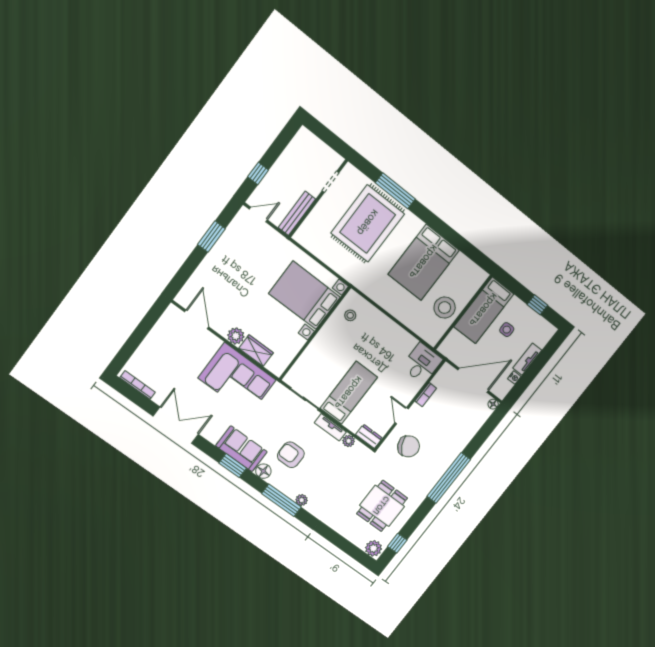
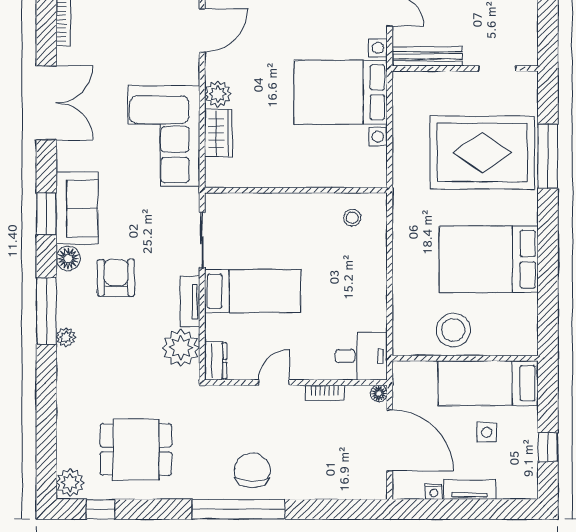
bed with nightstands: (304, 295) -> (341, 92), moved, turned -90
floor lamp: (493, 404) -> (379, 393), moved
plant: (349, 441) -> (181, 348), width x1.87, depth x1.87
chair: (409, 446) -> (252, 470), moved, turned -152

